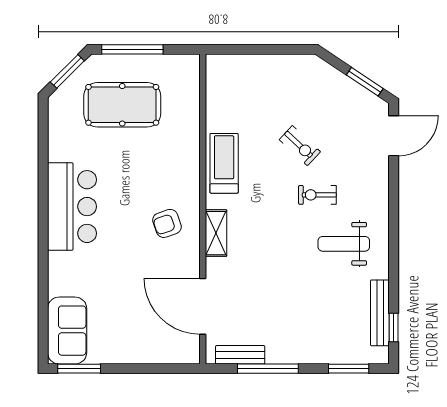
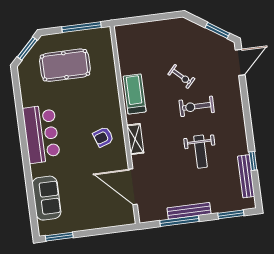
window: (132, 49) -> (81, 27), moved
exercise bike: (317, 195) -> (197, 106), width x1.38, depth x1.39
weight bench: (344, 244) -> (201, 152), moved, turned -90
window: (394, 327) -> (253, 161), moved
sofa: (67, 331) -> (47, 198), moved
bench: (240, 355) -> (189, 211), moved, width x1.36

